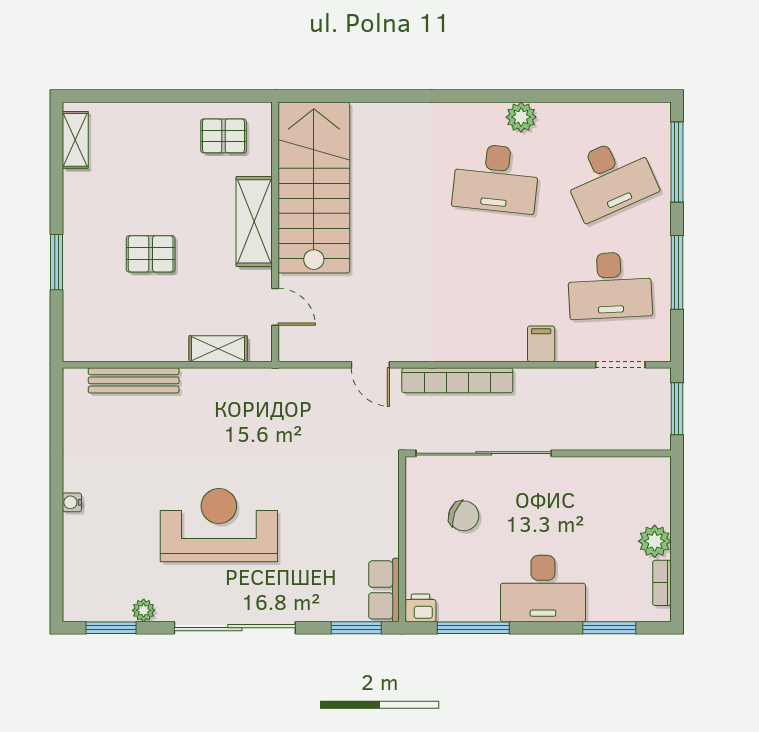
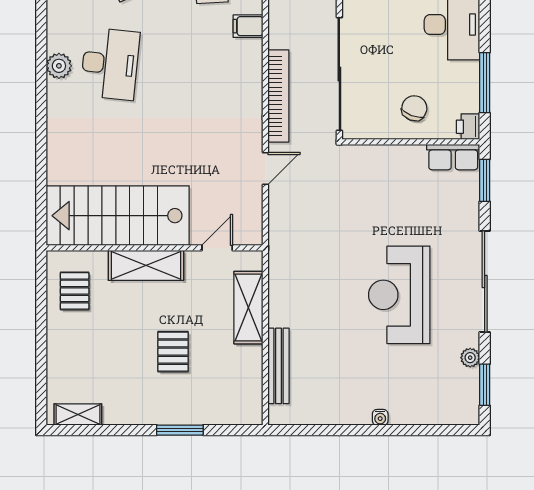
plant: (521, 117) -> (59, 66), moved
shelving: (218, 349) -> (248, 308), width x1.50, depth x1.33
chair: (464, 516) -> (414, 108), moved

